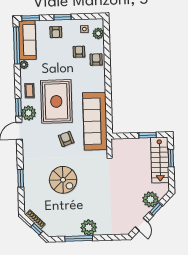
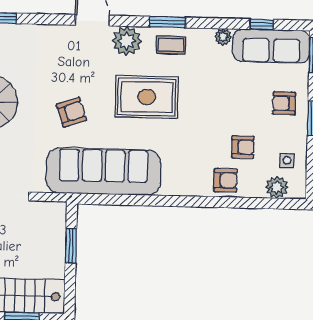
window: (17, 46) -> (262, 24), width x0.32
rug: (56, 101) -> (147, 97), width x0.73, depth x0.69
window: (18, 107) -> (167, 22), moved
window: (148, 135) -> (71, 246), moved

